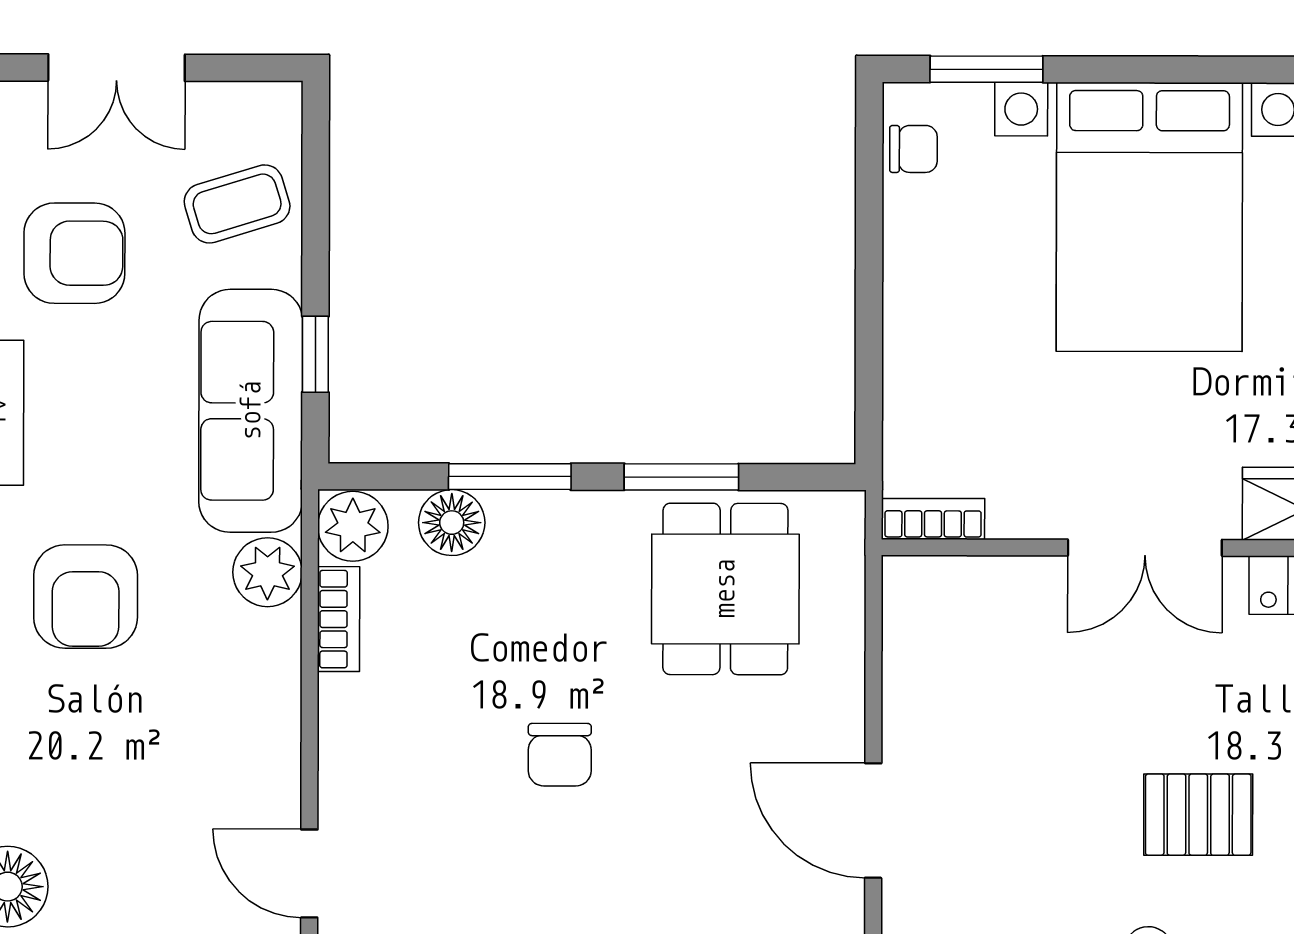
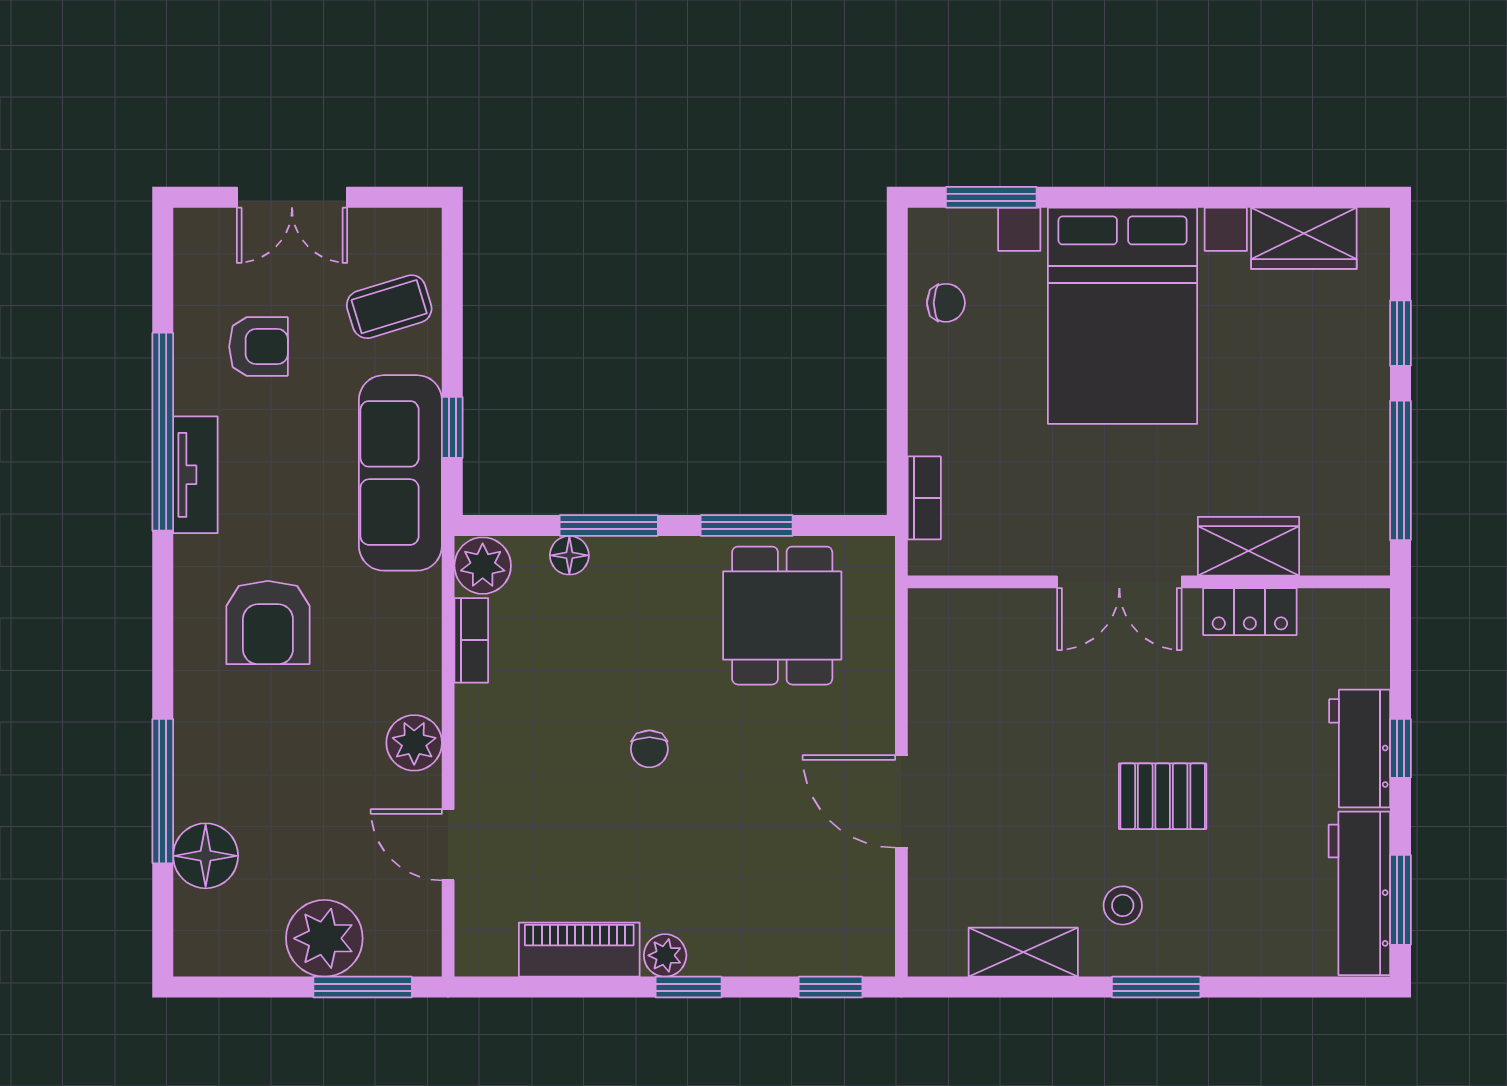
chair: (913, 149) -> (946, 303), moved
armchair: (74, 253) -> (258, 347), width x0.72, depth x0.72
bookcase: (933, 519) -> (924, 498), moved, turned 90
floor lamp: (452, 523) -> (569, 555), width x0.73, depth x0.73
plant: (267, 572) -> (414, 743), moved
chair: (560, 755) -> (649, 749), width x0.73, depth x0.73

